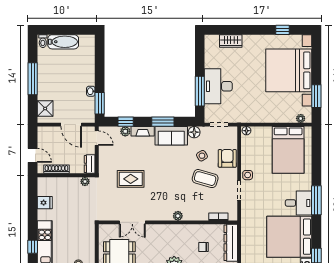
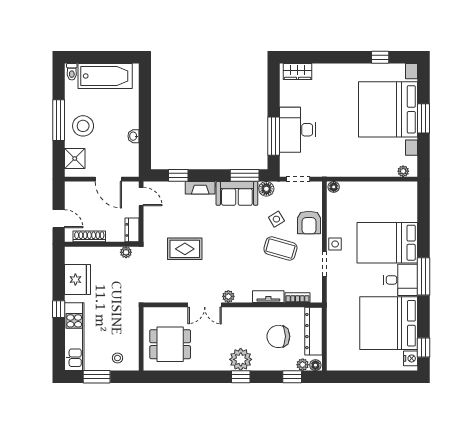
wardrobe: (231, 41) -> (297, 72), moved
bathtub: (63, 42) -> (105, 76), width x1.36, depth x1.36
stool: (52, 83) -> (83, 126), added
window: (316, 96) -> (424, 118), moved
window: (100, 103) -> (145, 152), removed
window: (163, 122) -> (245, 175), moved
plant: (125, 131) -> (178, 188), removed
bed: (288, 150) -> (387, 243), moved, turned 90
armchair: (227, 158) -> (309, 223), turned 180
fridge: (45, 203) -> (77, 280), width x1.88, depth x1.34
plant: (178, 216) -> (228, 296), moved
tv unit: (196, 216) -> (268, 297), added
double door: (132, 222) -> (205, 305), moved
window: (33, 247) -> (59, 309), moved
chair: (203, 247) -> (278, 336), width x1.87, depth x1.87

